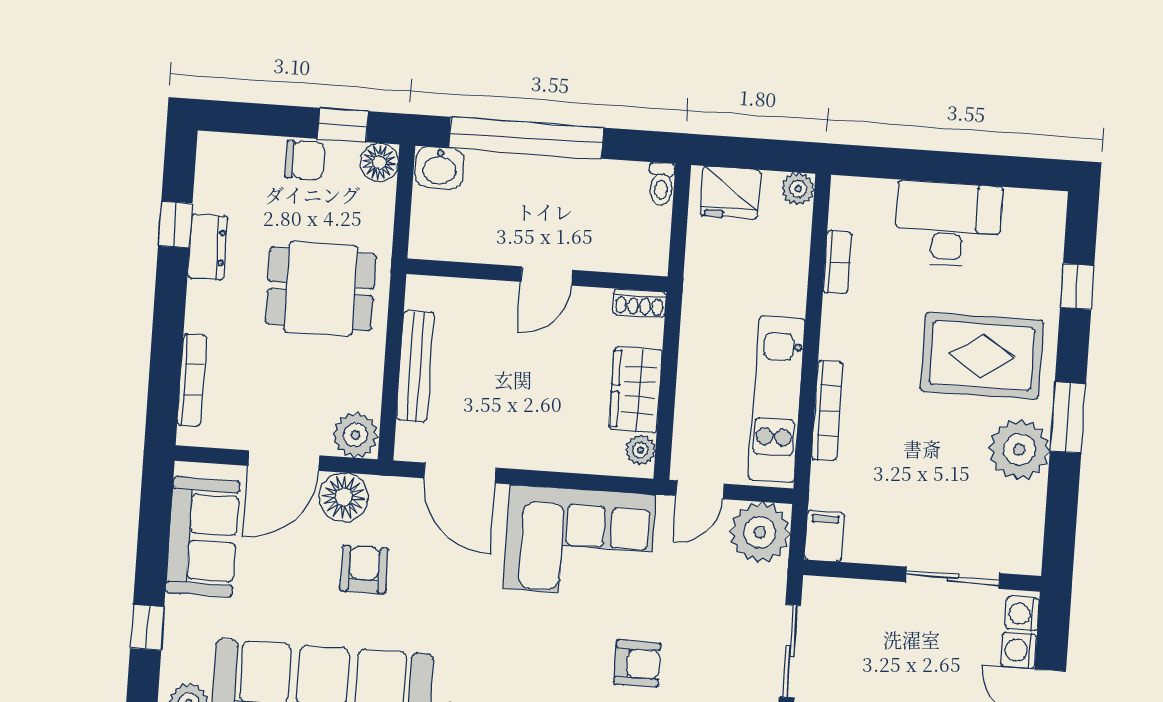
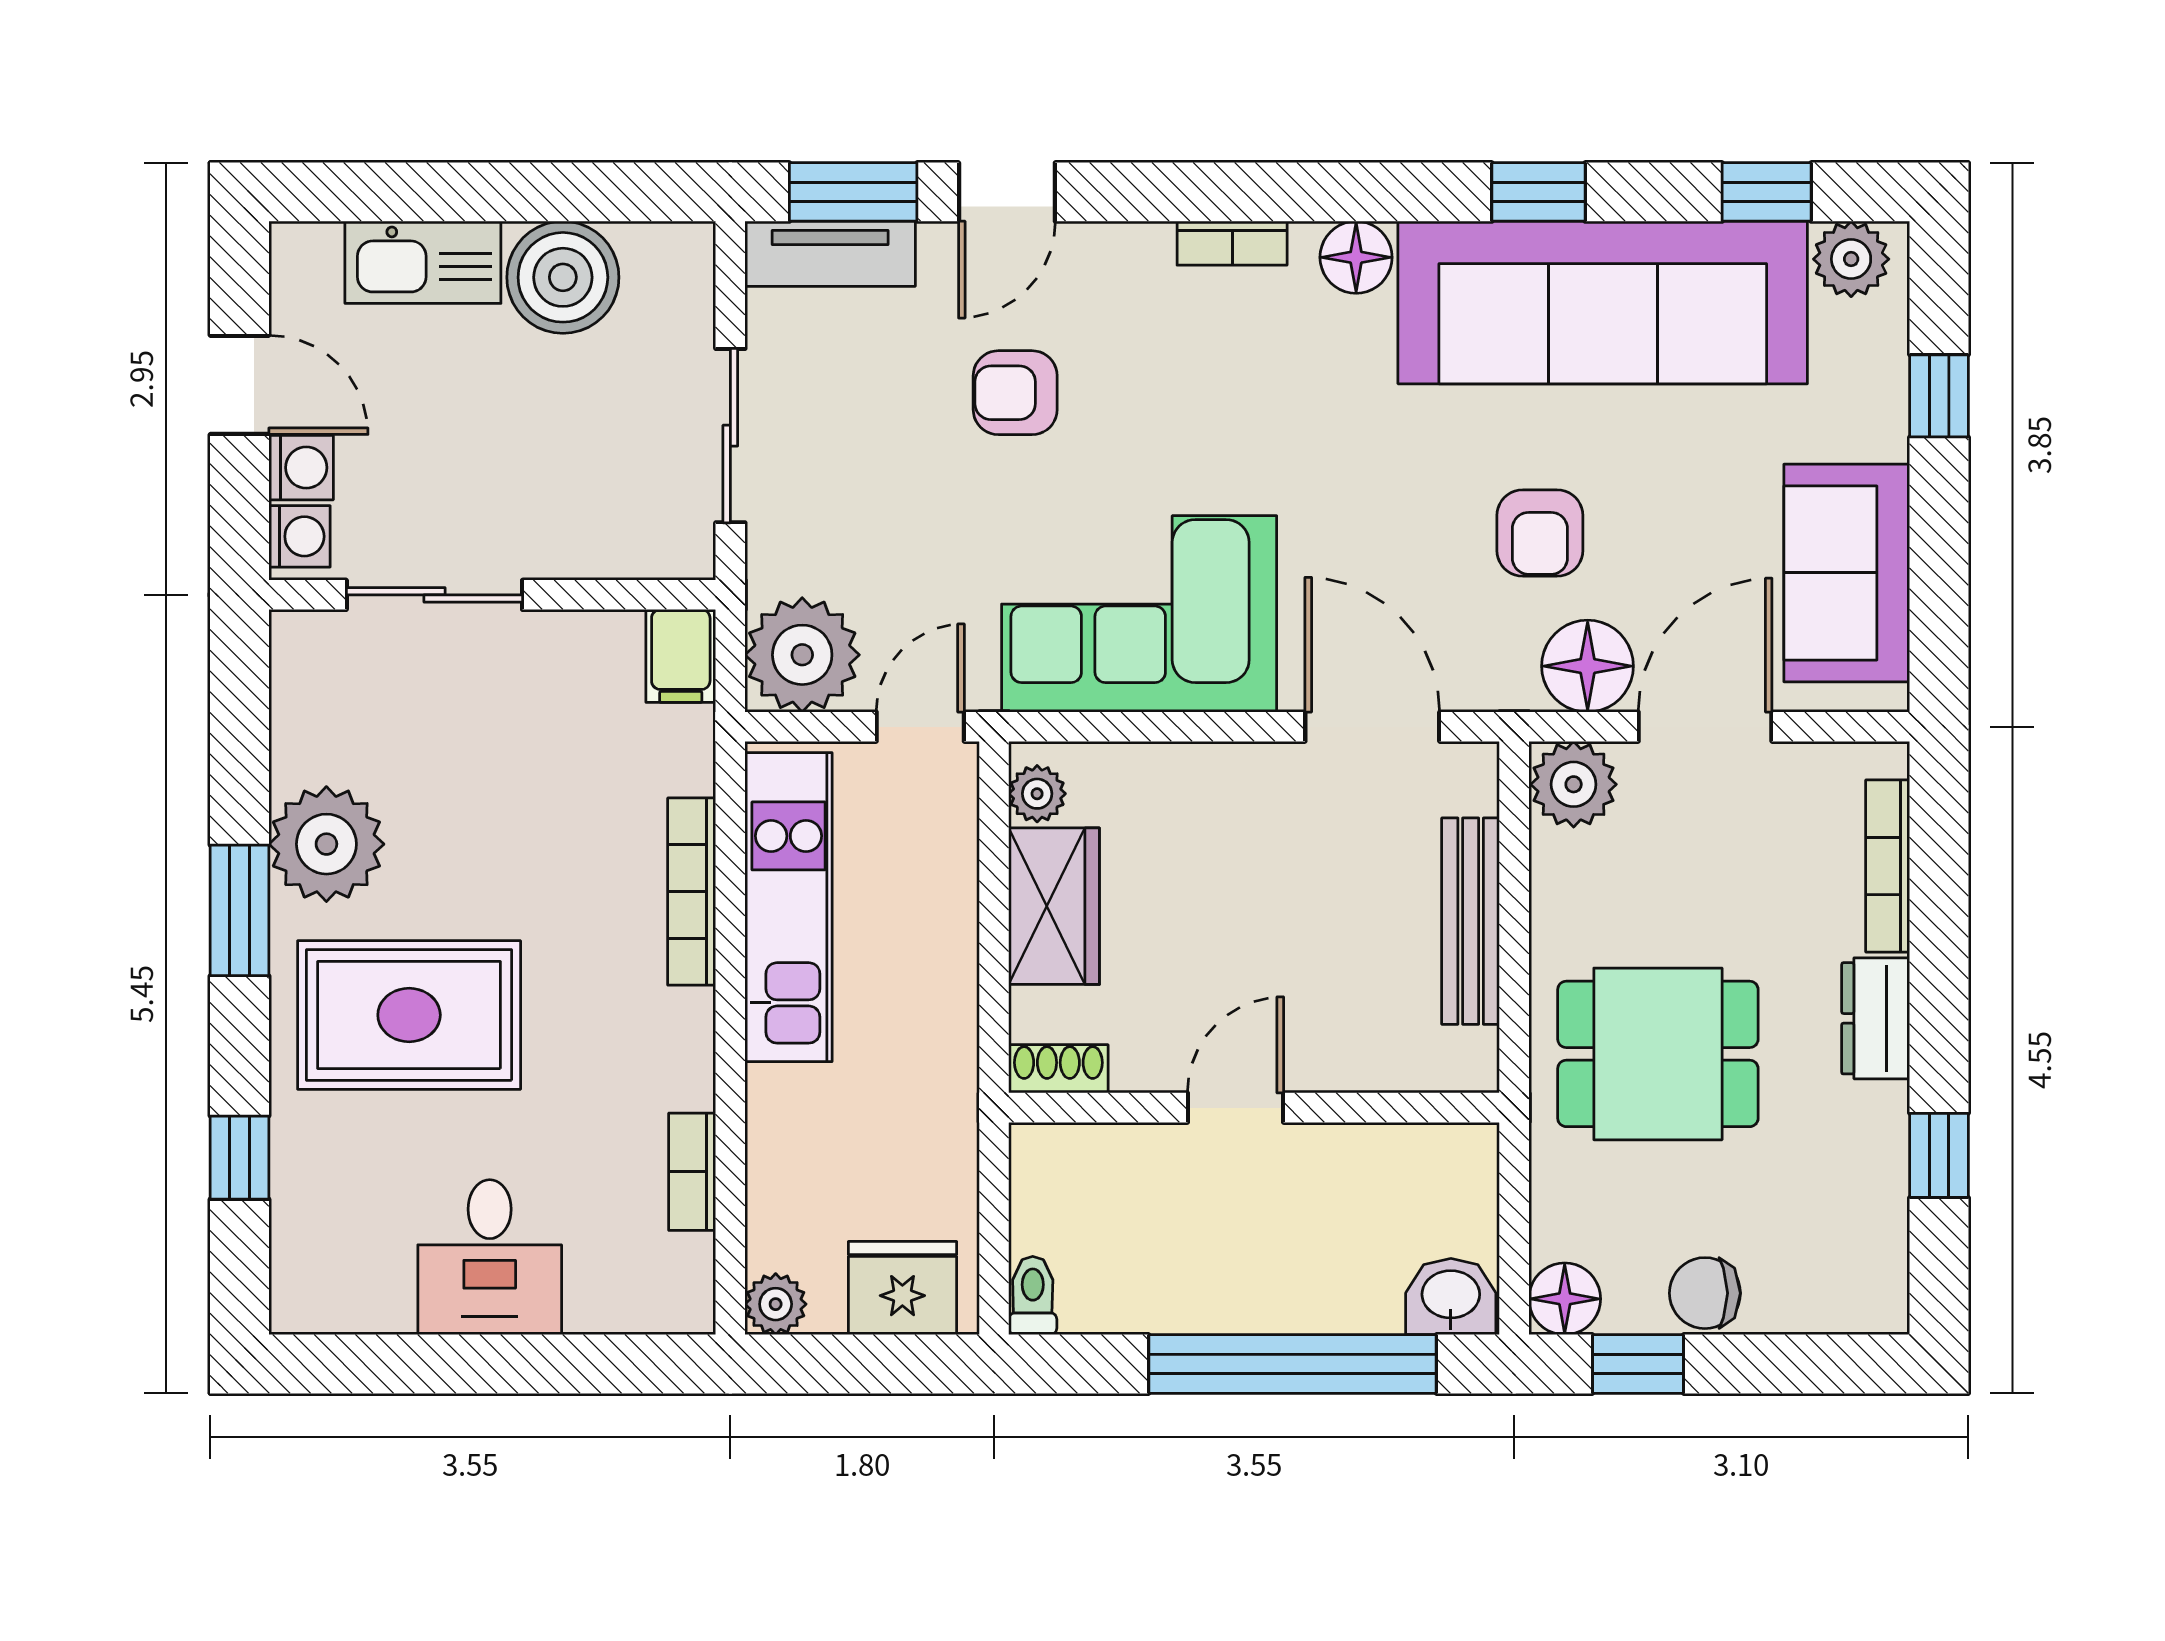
desk: (948, 224) -> (490, 1257), width x0.73
dresser: (208, 247) -> (1876, 1018), moved

